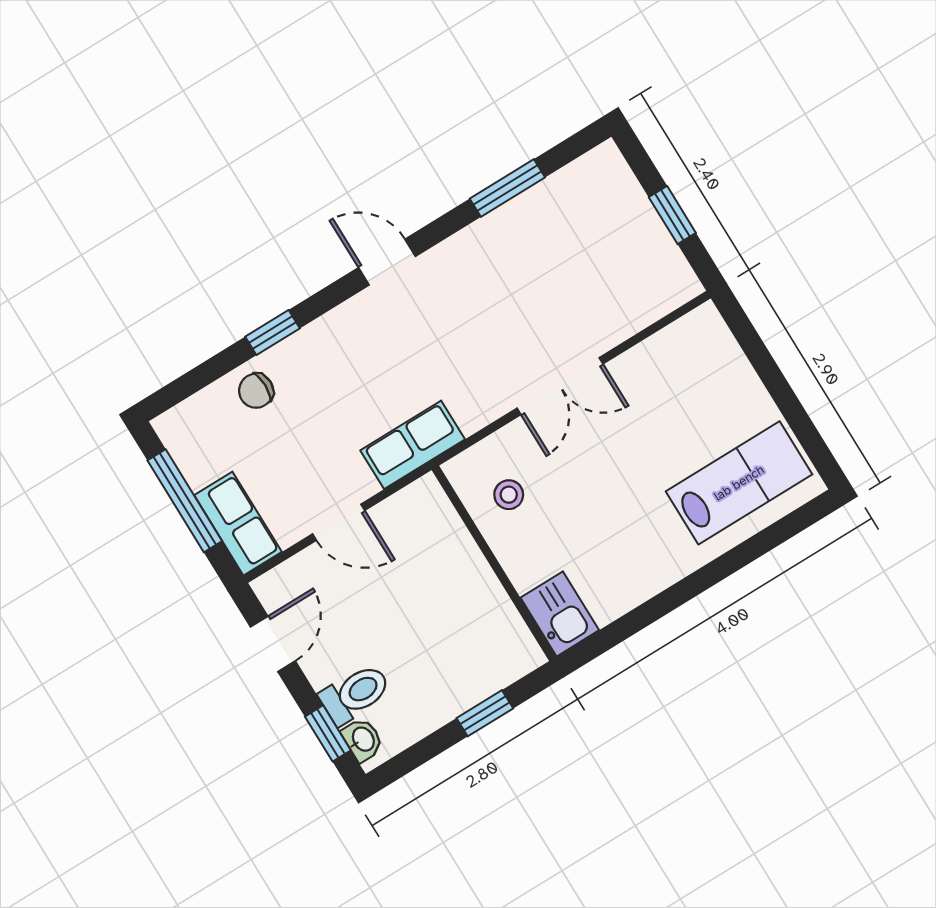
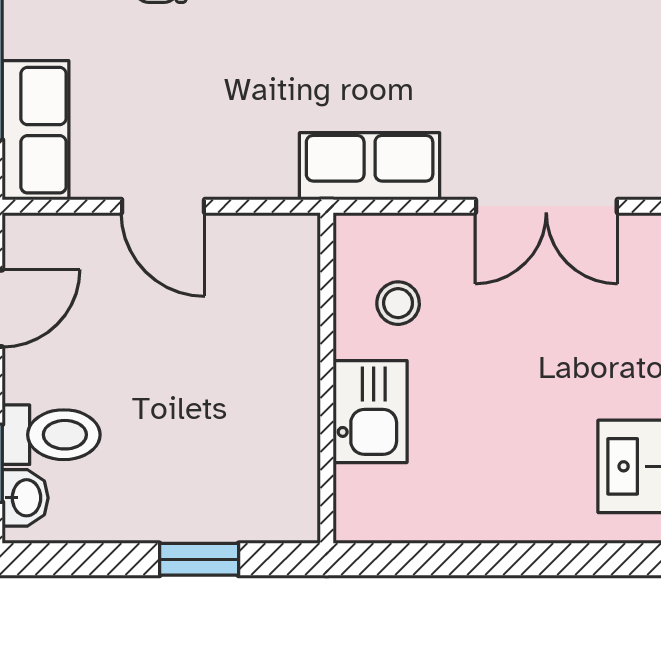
row of seats: (413, 445) -> (370, 166), moved
kitchen sink: (560, 614) -> (370, 412), moved

